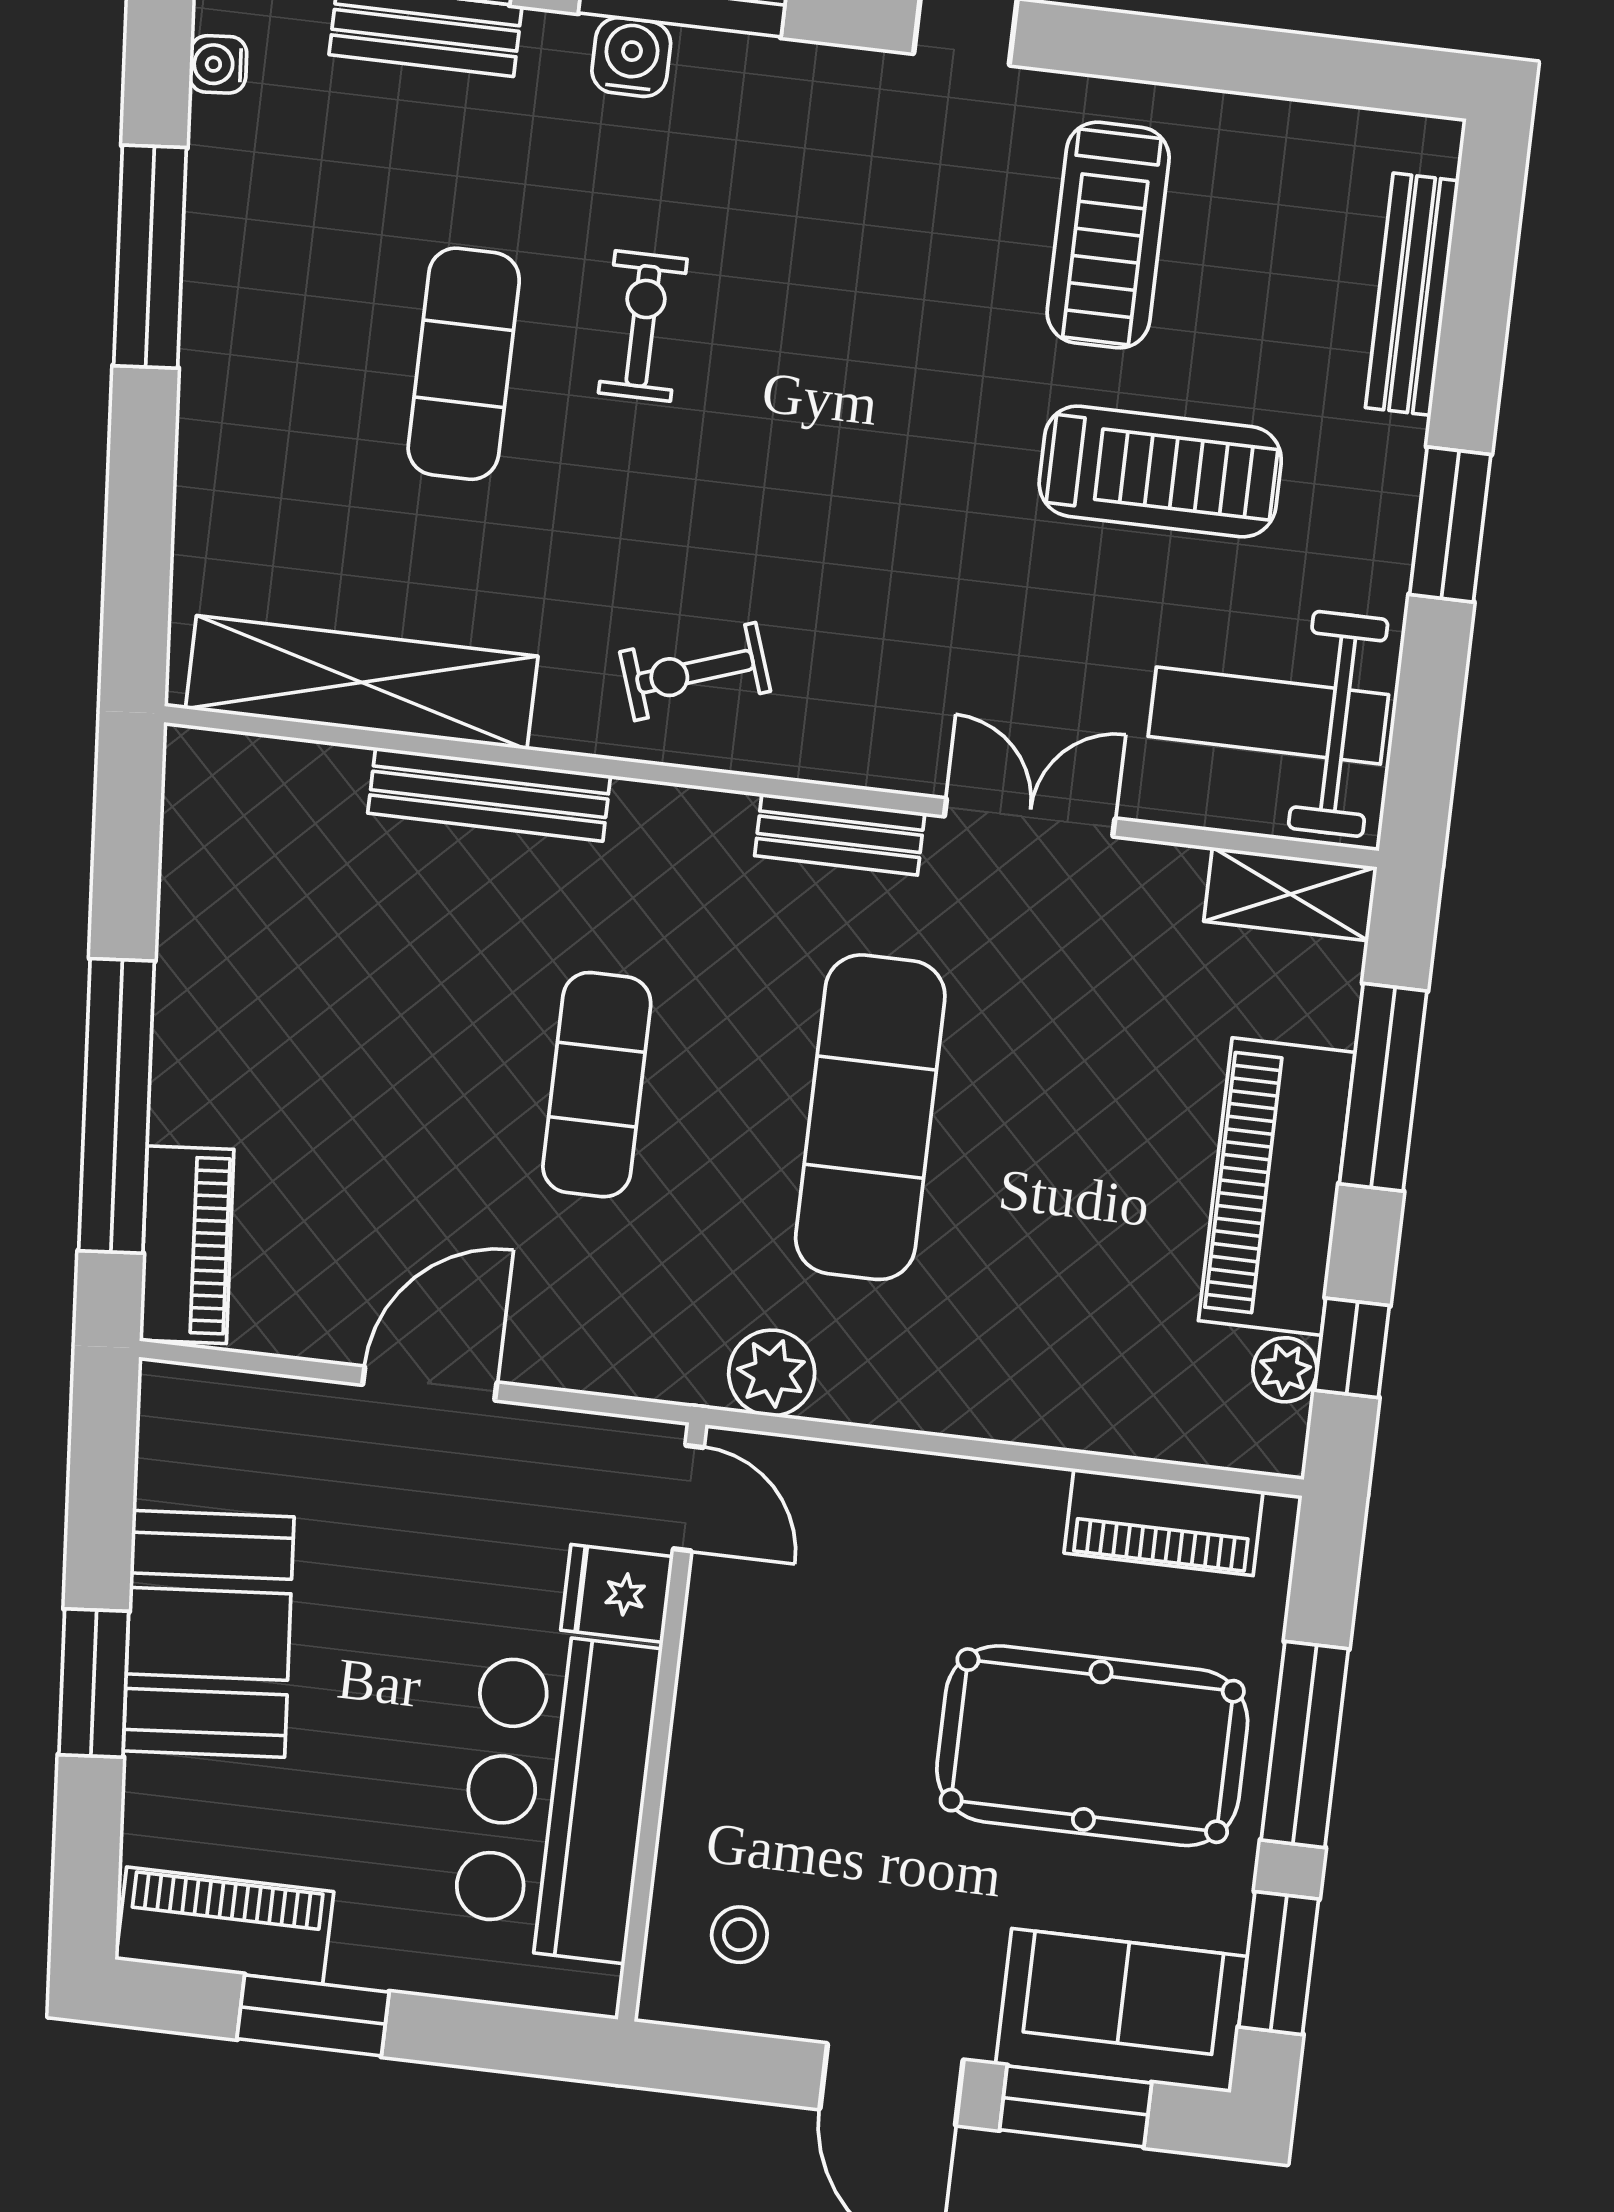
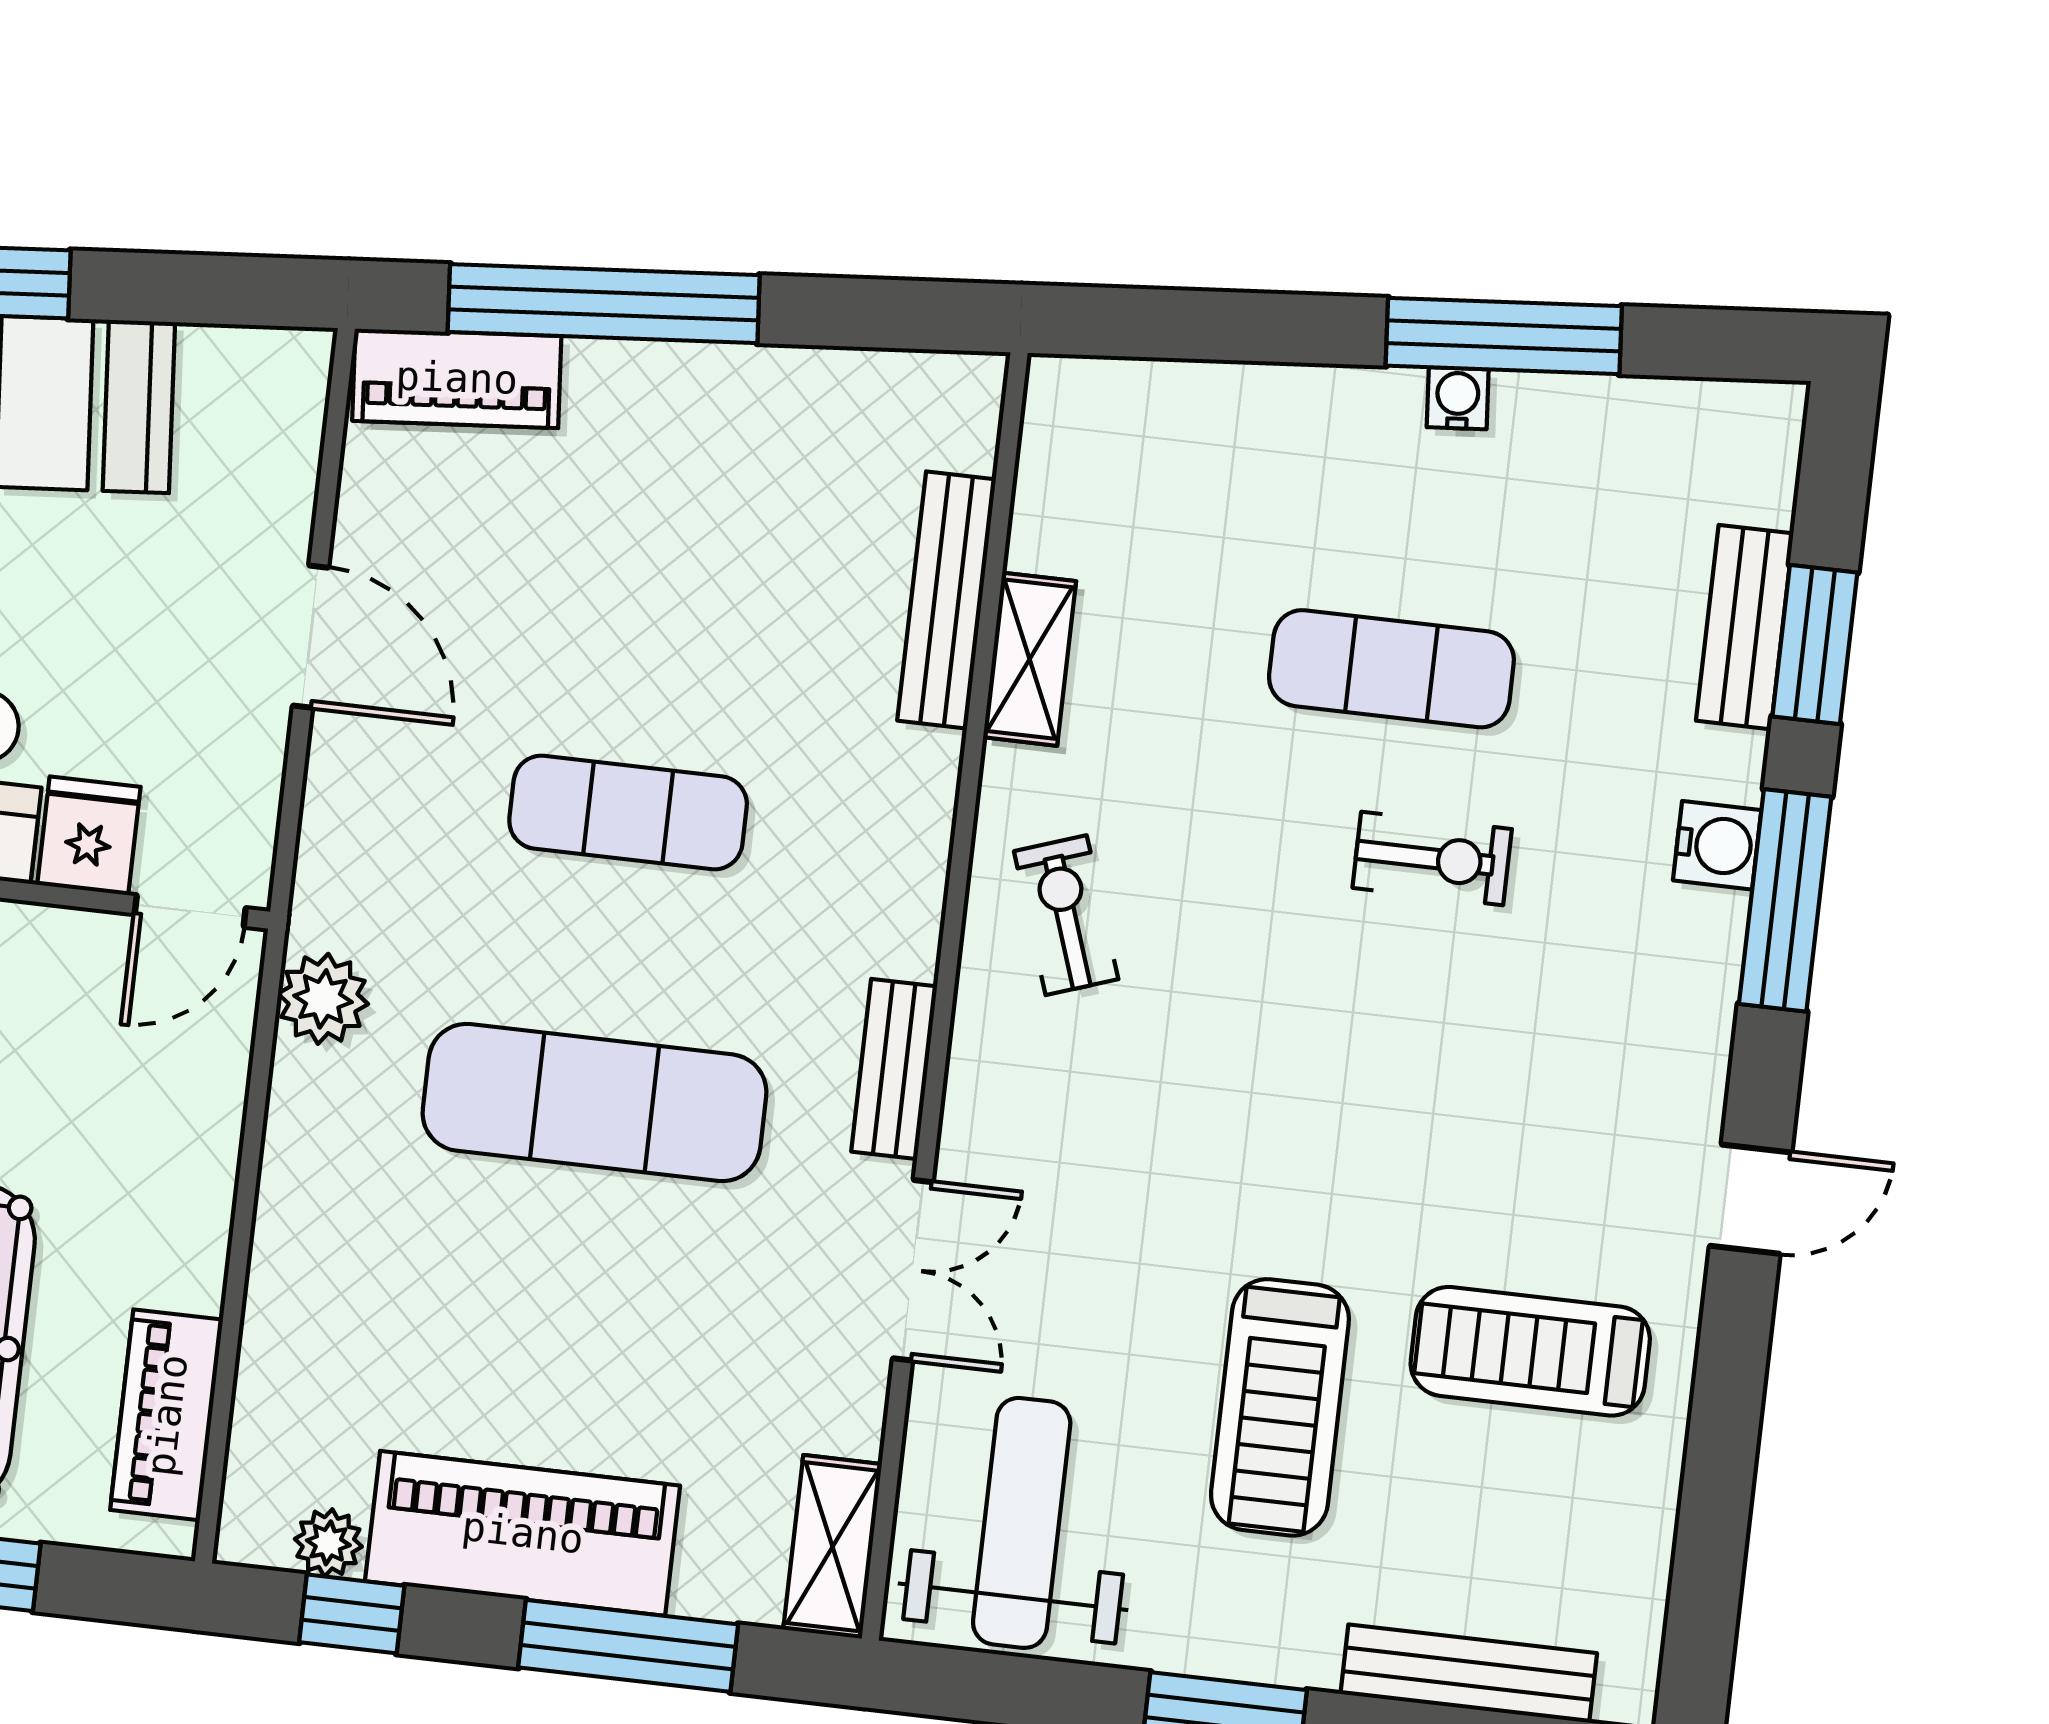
water cooler: (218, 64) -> (1458, 398), moved
shelving: (362, 682) -> (1030, 659), width x0.45, depth x0.75
bench: (489, 794) -> (947, 600), moved

